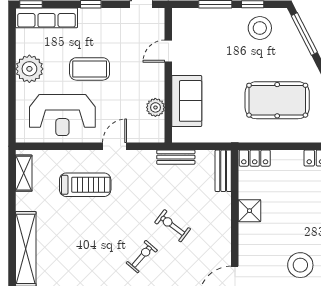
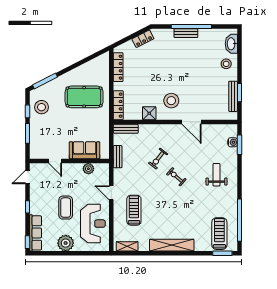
pool table: (277, 100) -> (84, 97), turned 90
locker: (255, 158) -> (118, 105), width x1.53
stool: (300, 265) -> (171, 101), moved

